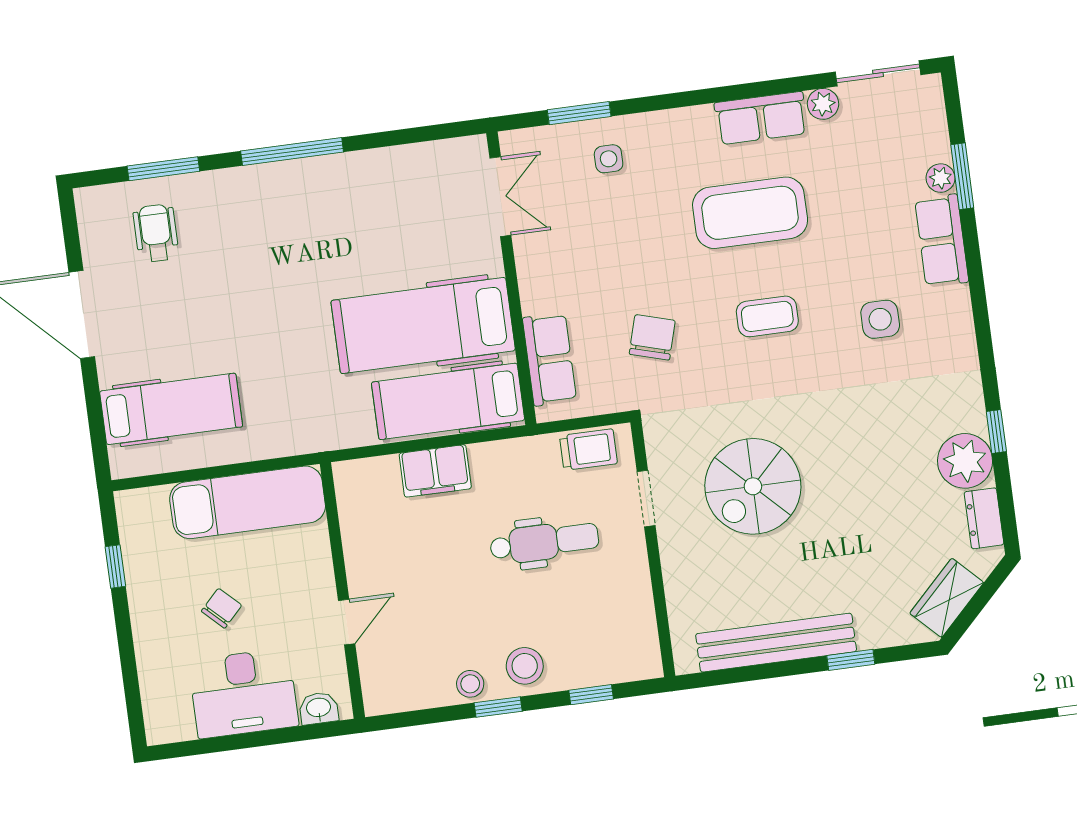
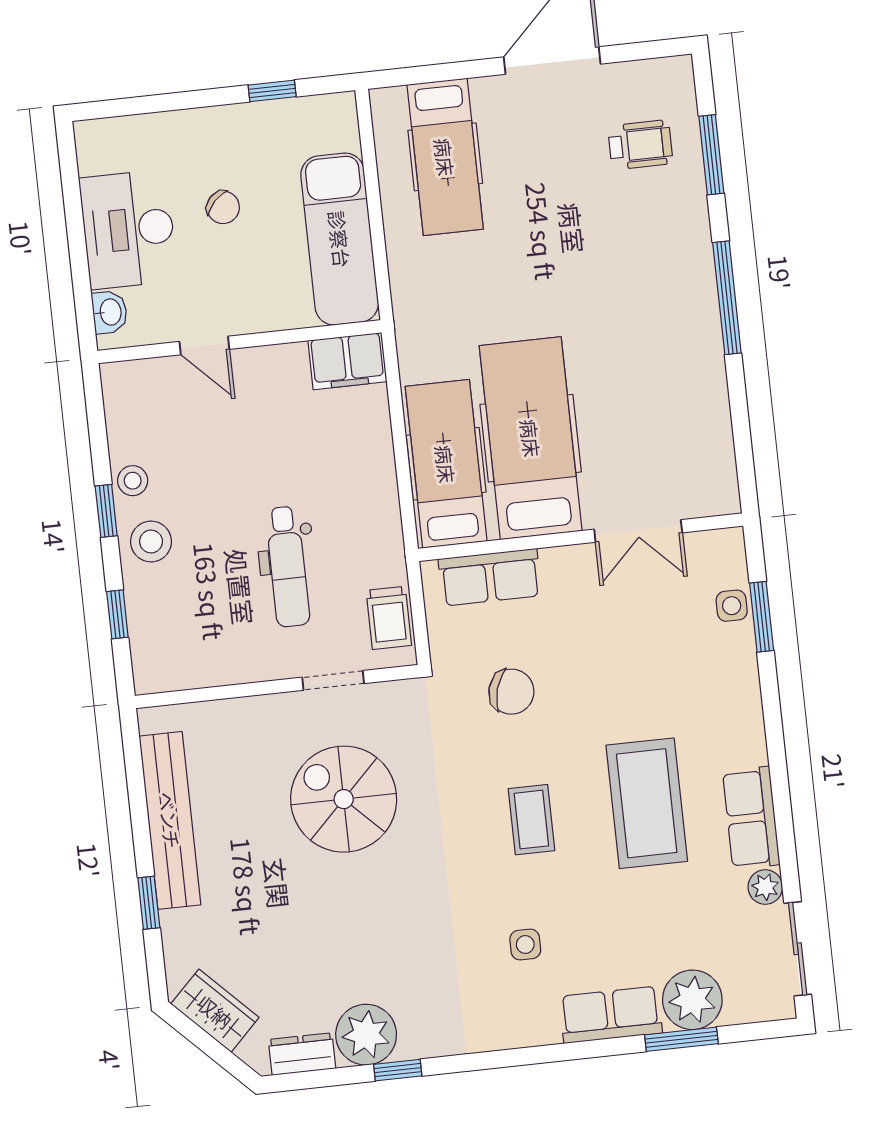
side table: (609, 159) -> (732, 606), moved
plant: (940, 178) -> (692, 1000), width x1.88, depth x1.88
double door: (500, 197) -> (638, 531), moved
side table: (880, 319) -> (525, 945), width x0.73, depth x0.73
filing cabinet: (435, 471) -> (347, 361), moved, turned -90

